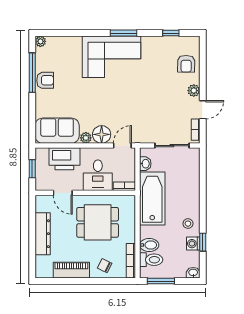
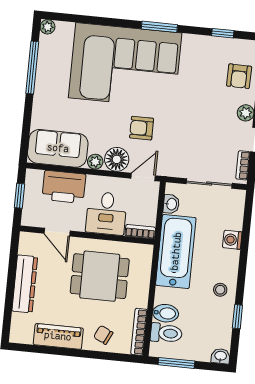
corner sofa: (111, 57) -> (125, 65), width x1.36, depth x1.36
armchair: (45, 80) -> (142, 128), moved, turned 180
washing machine: (193, 244) -> (232, 240), moved

